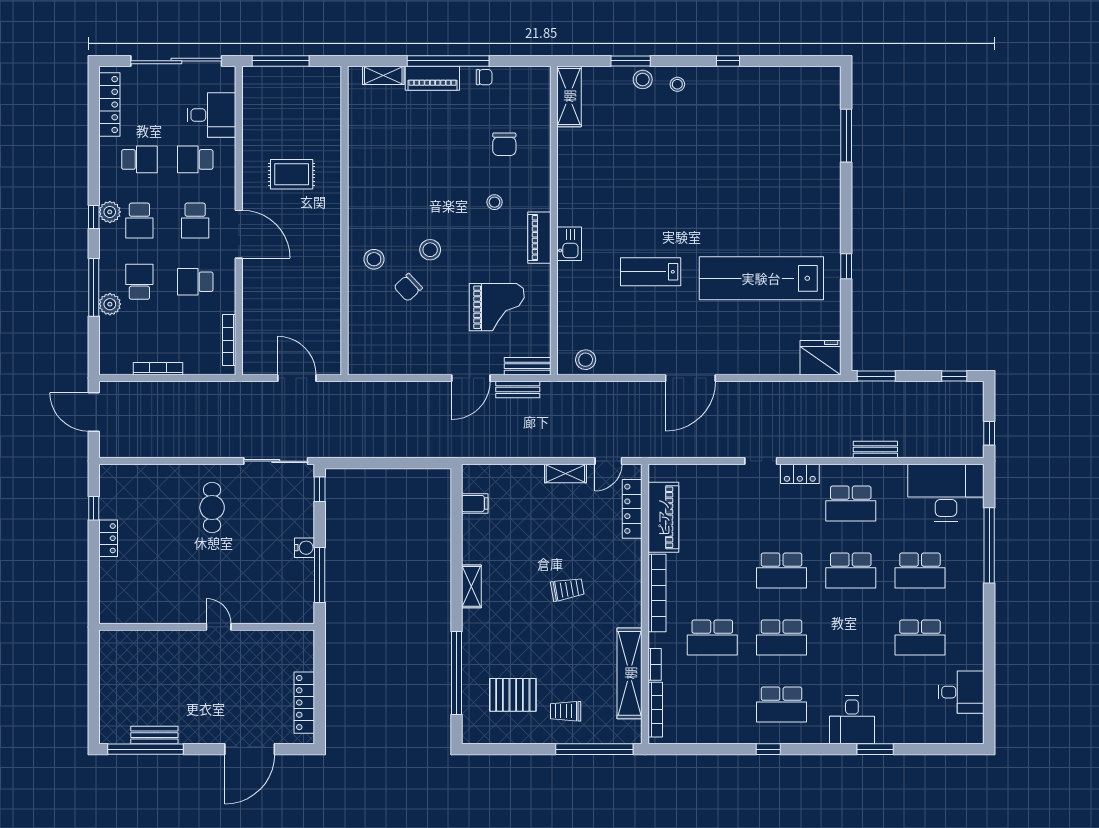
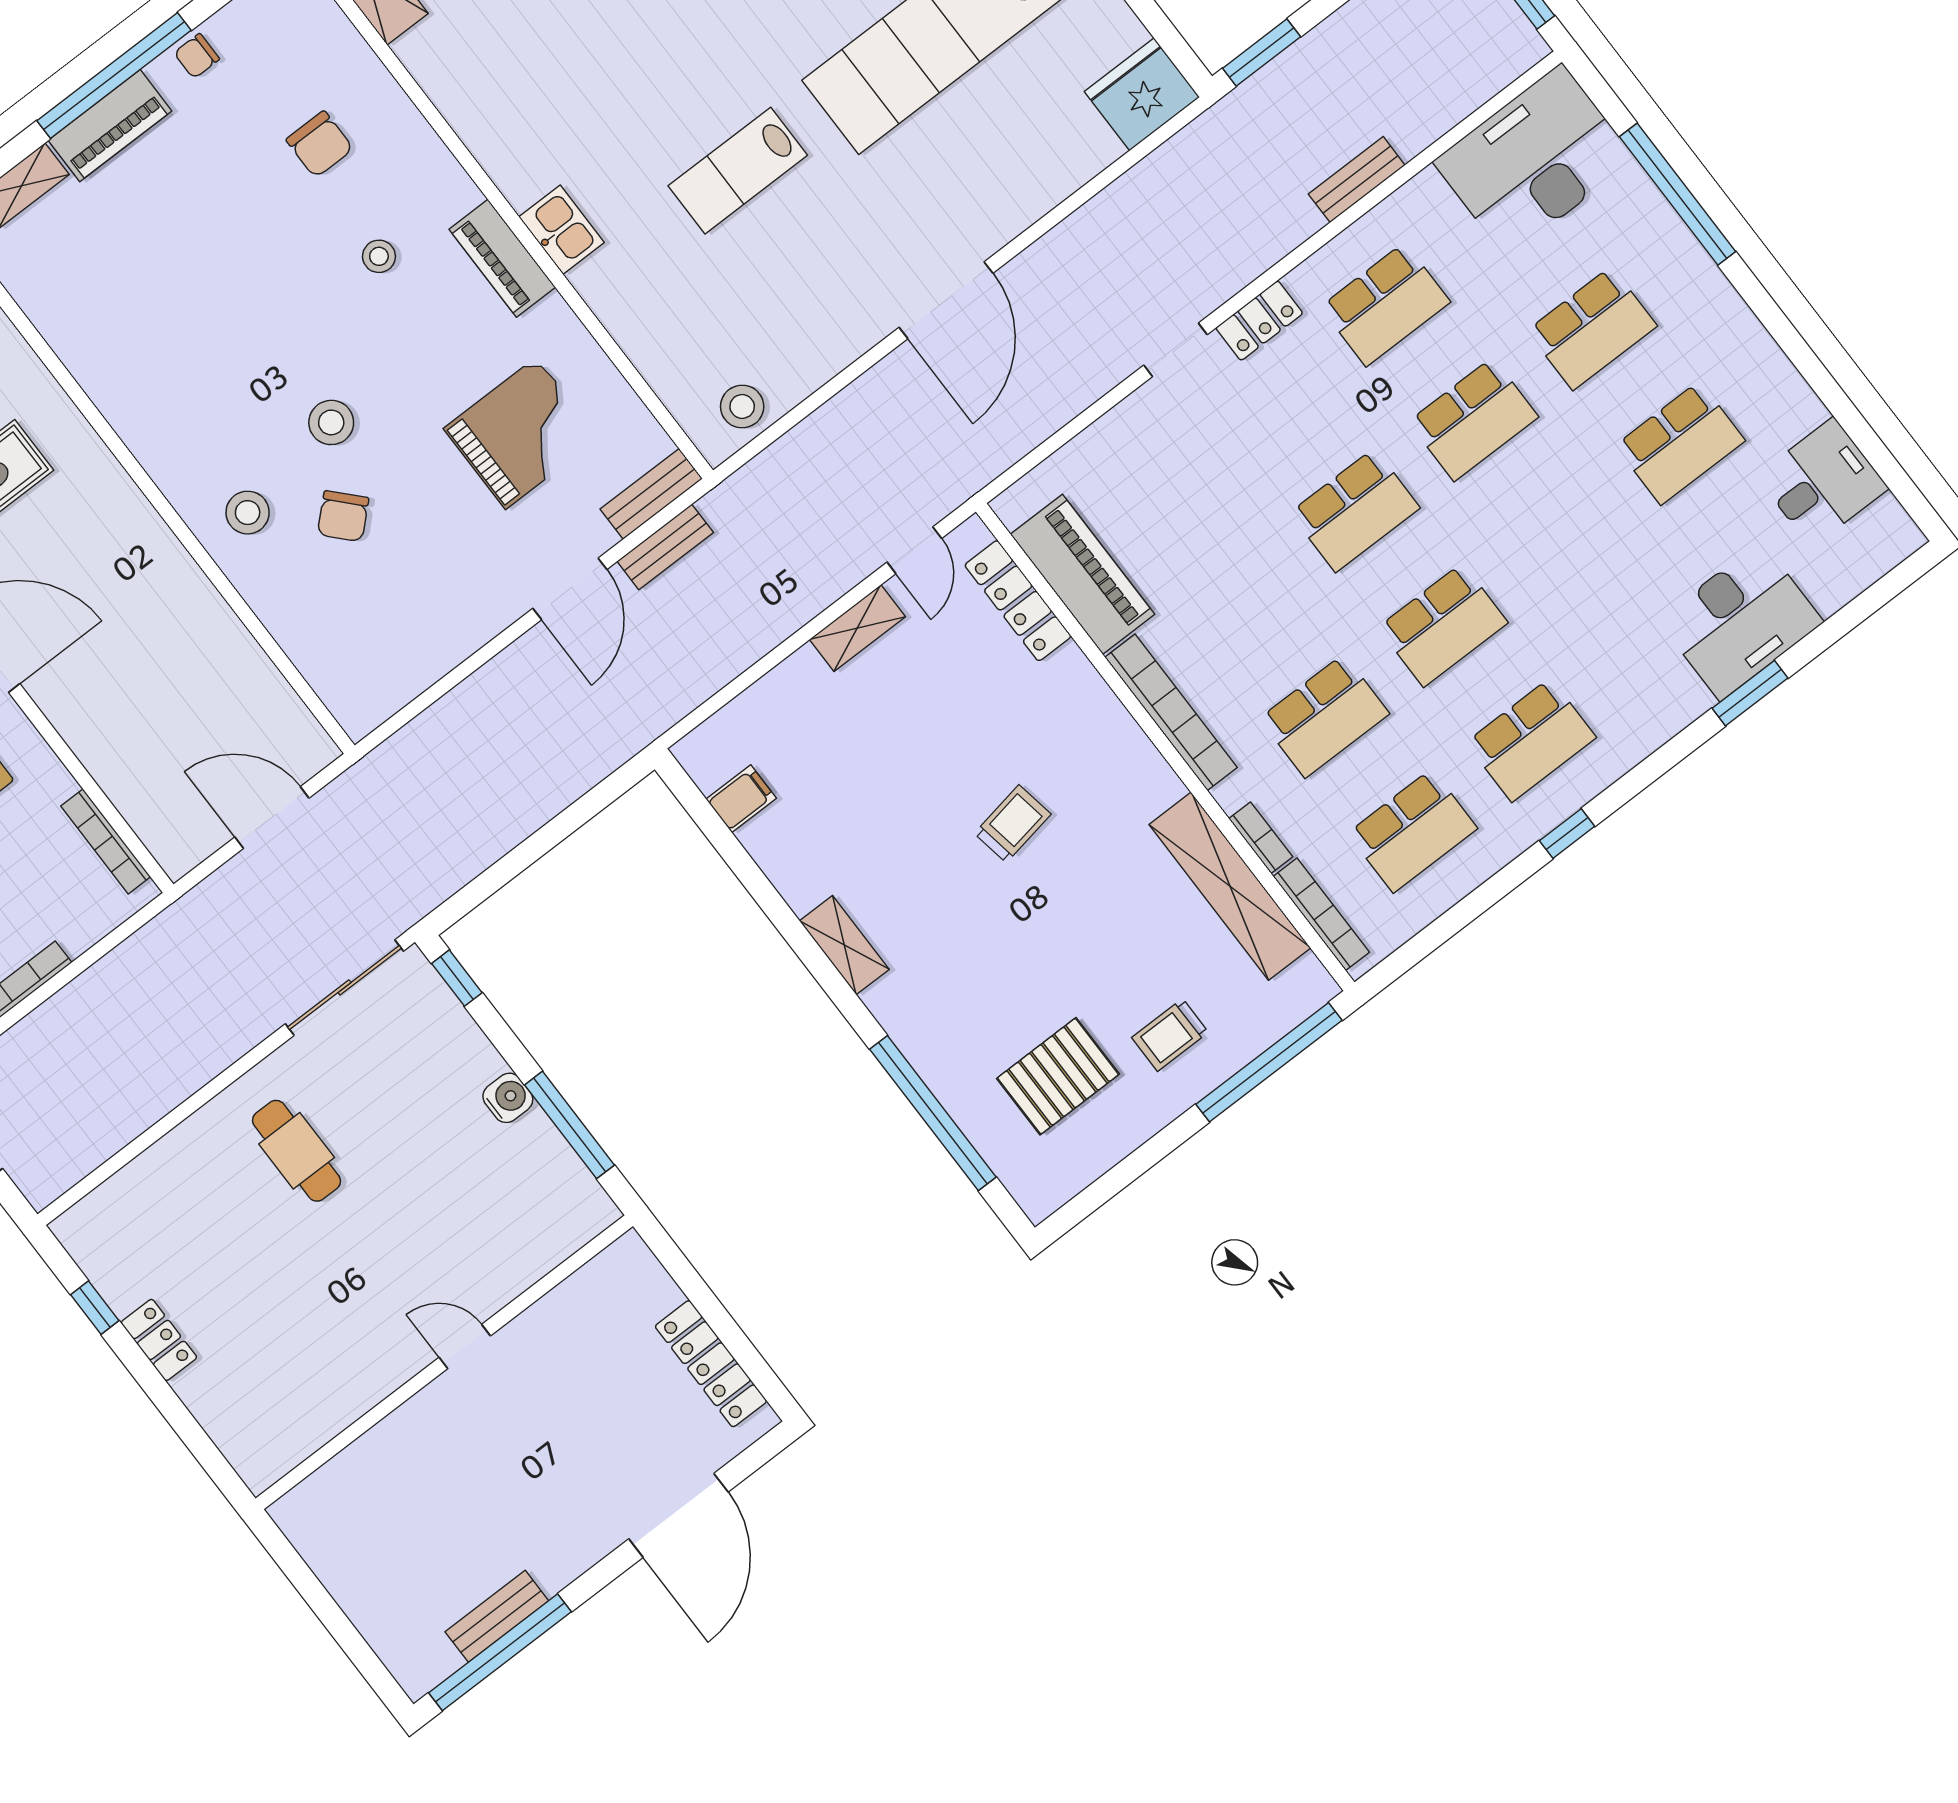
chair: (484, 77) -> (197, 56), turned 180
school desk: (712, 705) -> (1412, 831), added
desk: (852, 720) -> (1741, 621), moved, width x1.37

